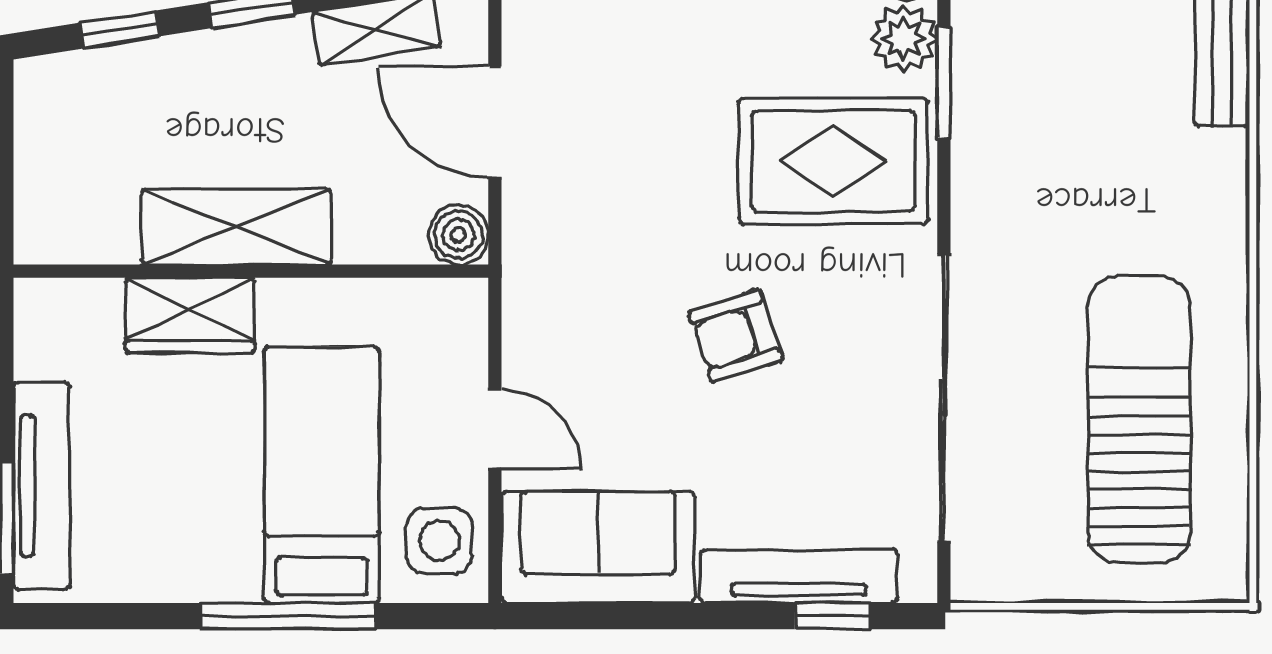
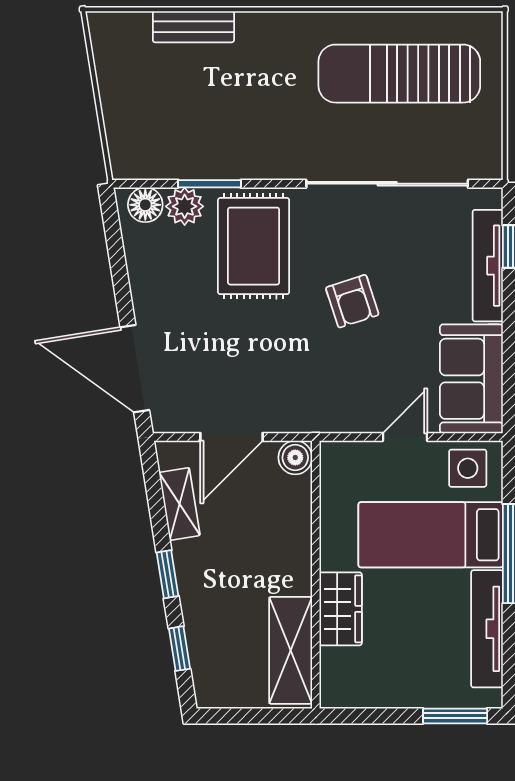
shelving: (236, 227) -> (291, 650), moved
tv unit: (41, 486) -> (487, 629), moved, turned -90

